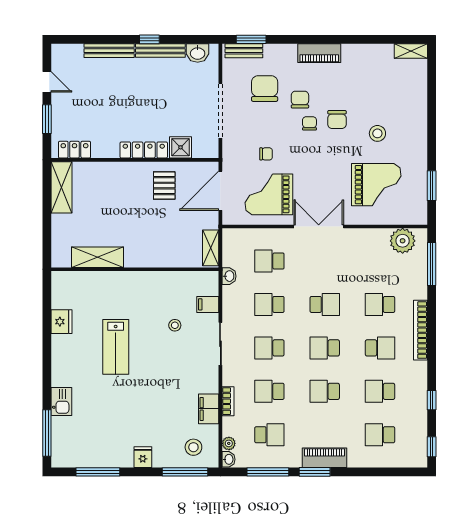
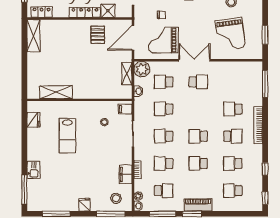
grand piano: (376, 185) -> (230, 34), turned 82
plant: (403, 241) -> (142, 69), moved
shelving: (98, 257) -> (56, 92), moved
wall: (135, 269) -> (79, 100), moved
school desk: (325, 304) -> (198, 82), moved

